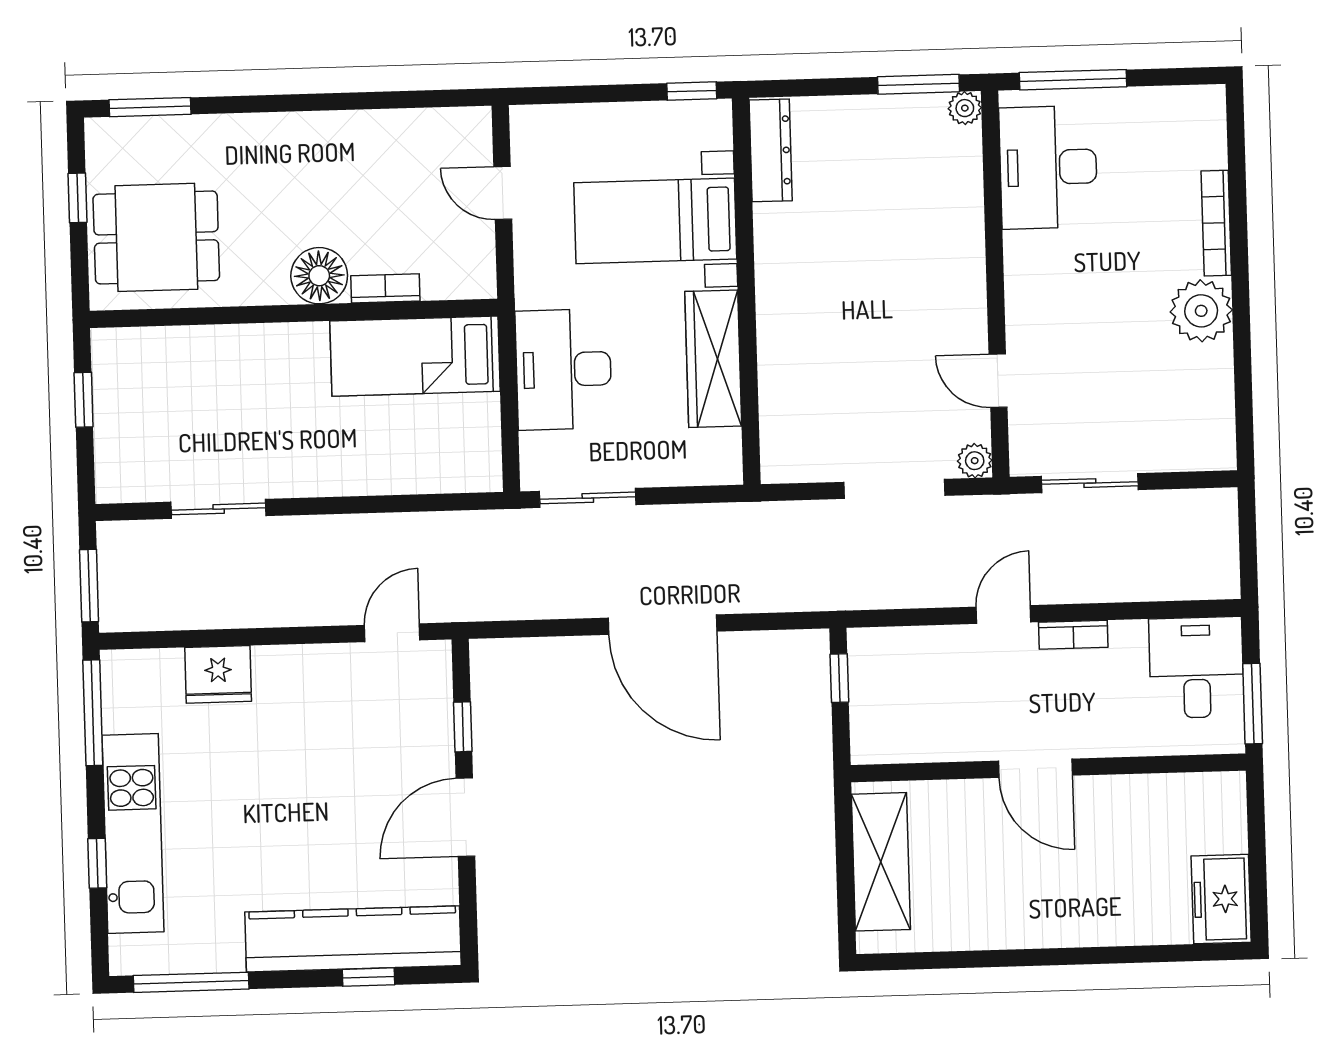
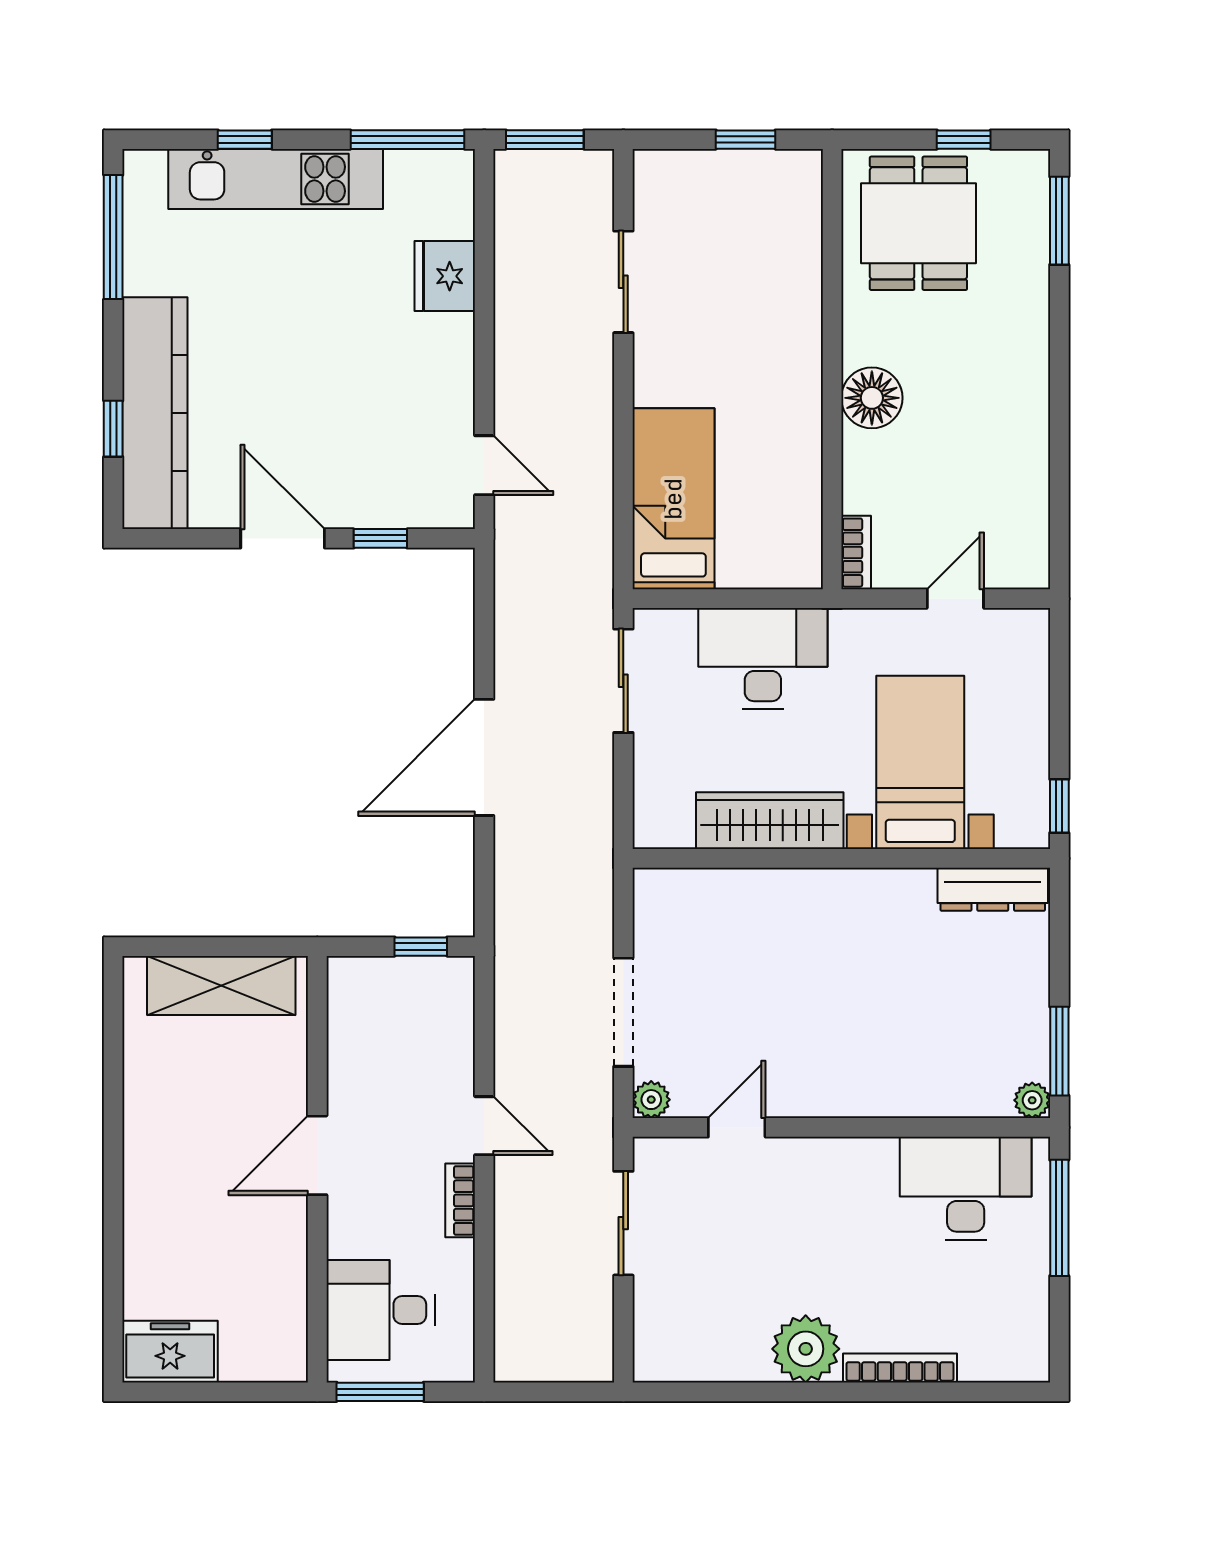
bookcase: (385, 288) -> (856, 553), moved
bed: (415, 356) -> (673, 499), moved
desk: (1196, 668) -> (381, 1310), moved, turned 180

